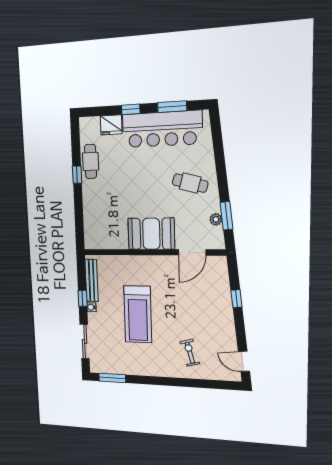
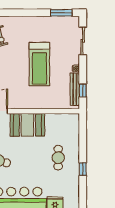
cafe table: (91, 161) -> (58, 158), moved
window: (83, 298) -> (83, 90), moved
treadmill: (138, 314) -> (39, 64), turned 180

